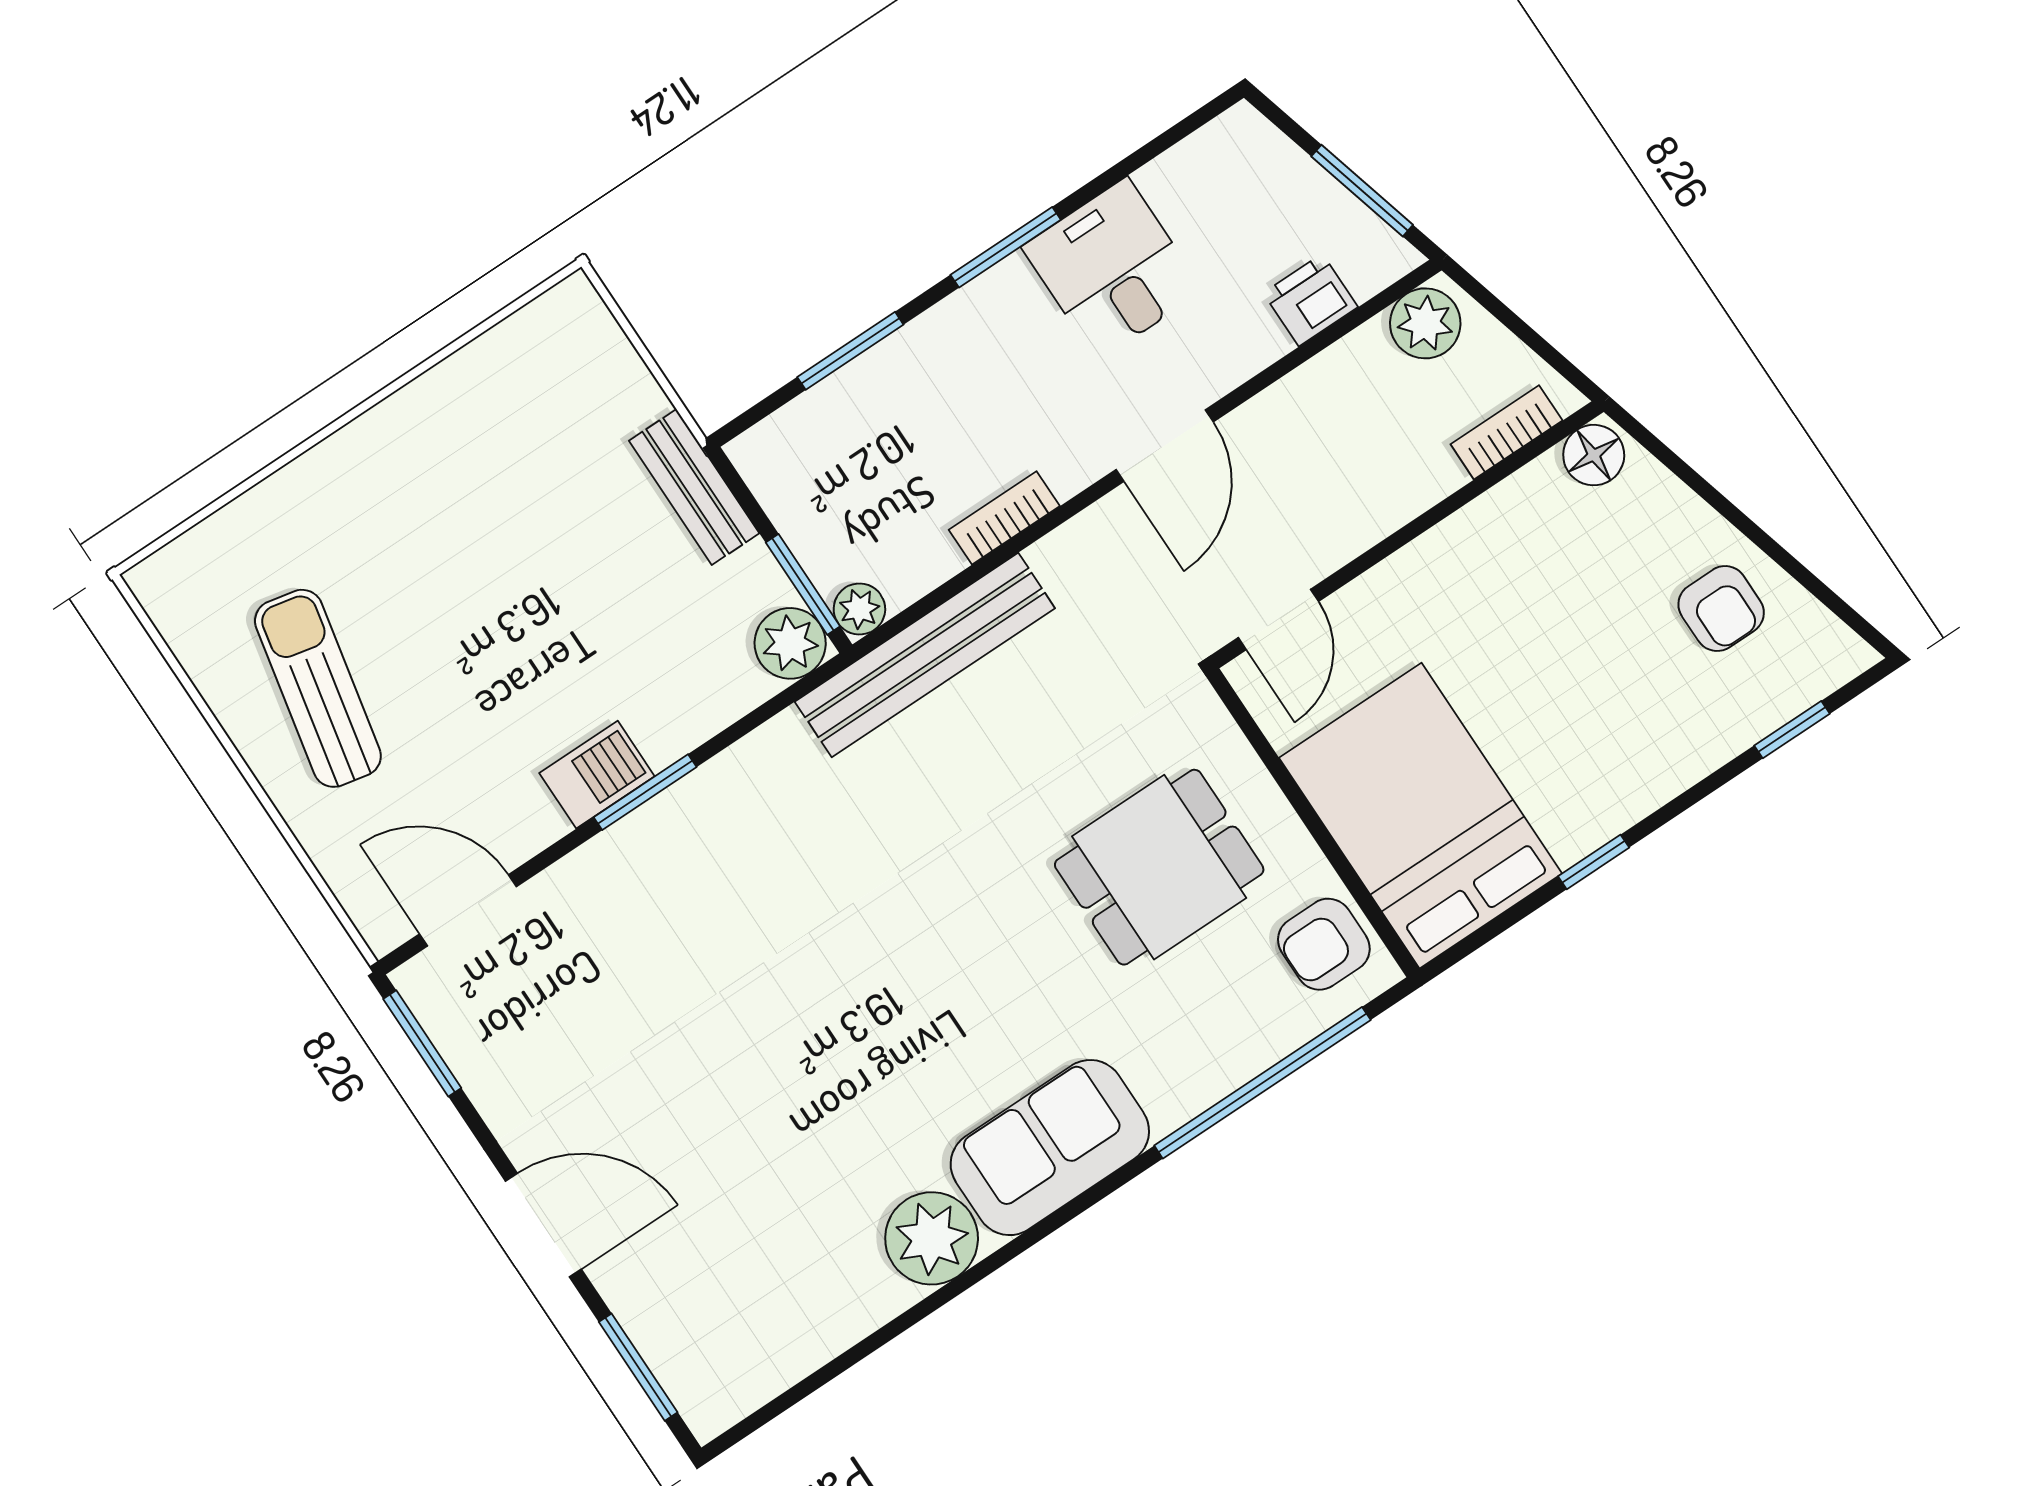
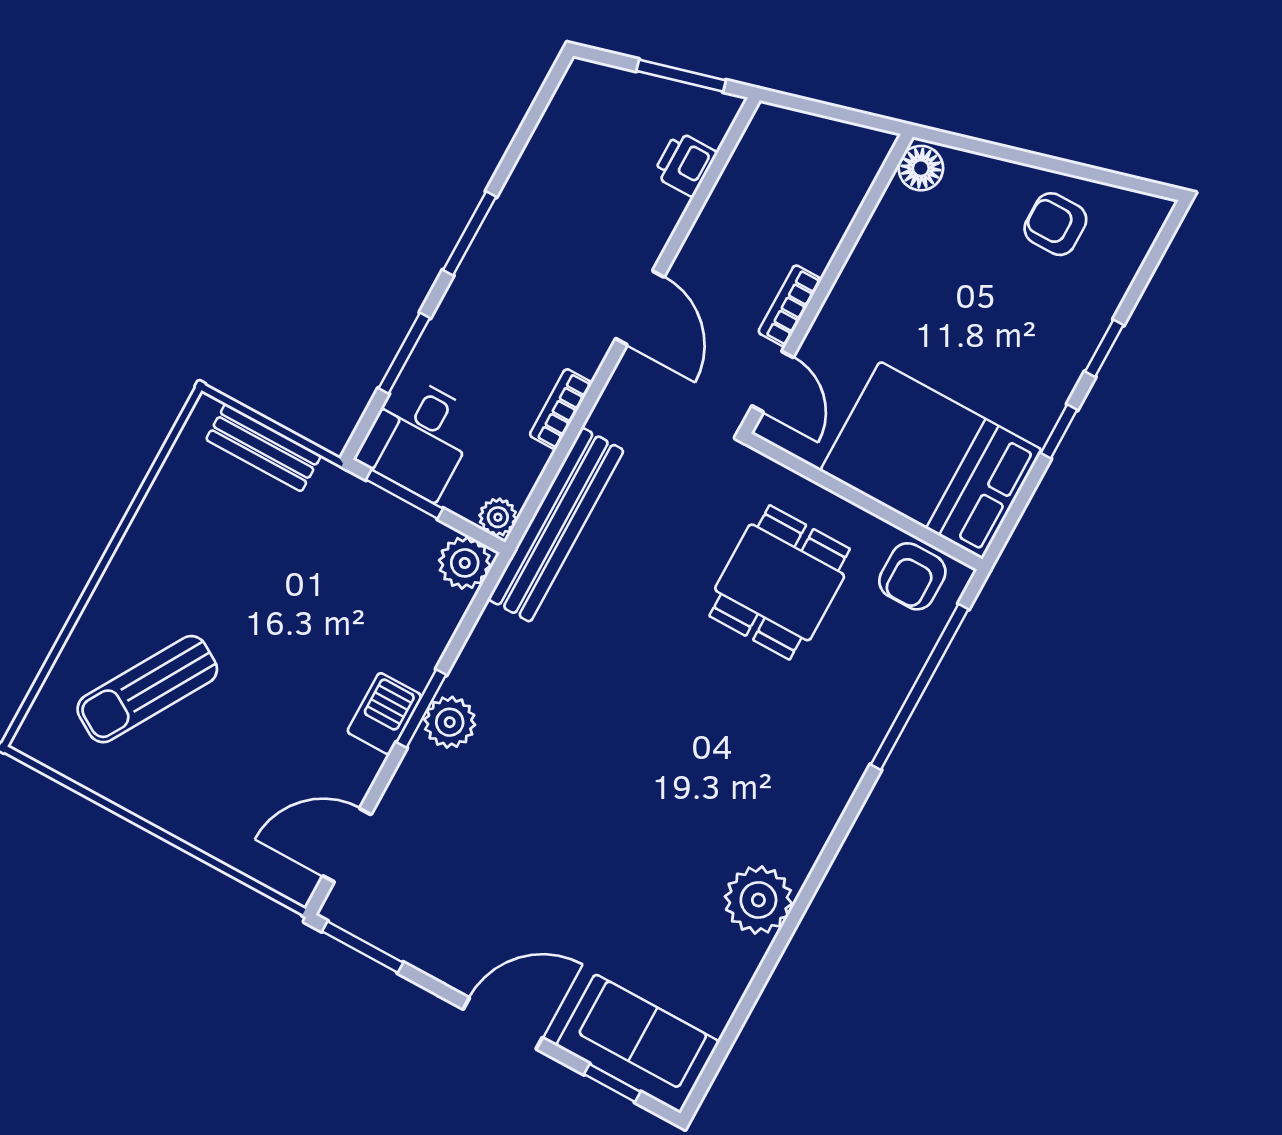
desk: (1112, 269) -> (418, 437), moved, turned -90
plant: (1425, 323) -> (450, 722), moved
bookcase: (1506, 432) -> (790, 306), moved
bench: (694, 487) -> (263, 447), moved
window: (803, 584) -> (405, 494), moved
armchair: (1721, 609) -> (1055, 224), turned 180
sun lounger: (318, 688) -> (147, 689), moved, turned -71
window: (1792, 730) -> (1104, 348), moved
sofa: (1050, 1148) -> (638, 1044), moved, turned 90
window: (638, 1367) -> (612, 1083), width x0.67

